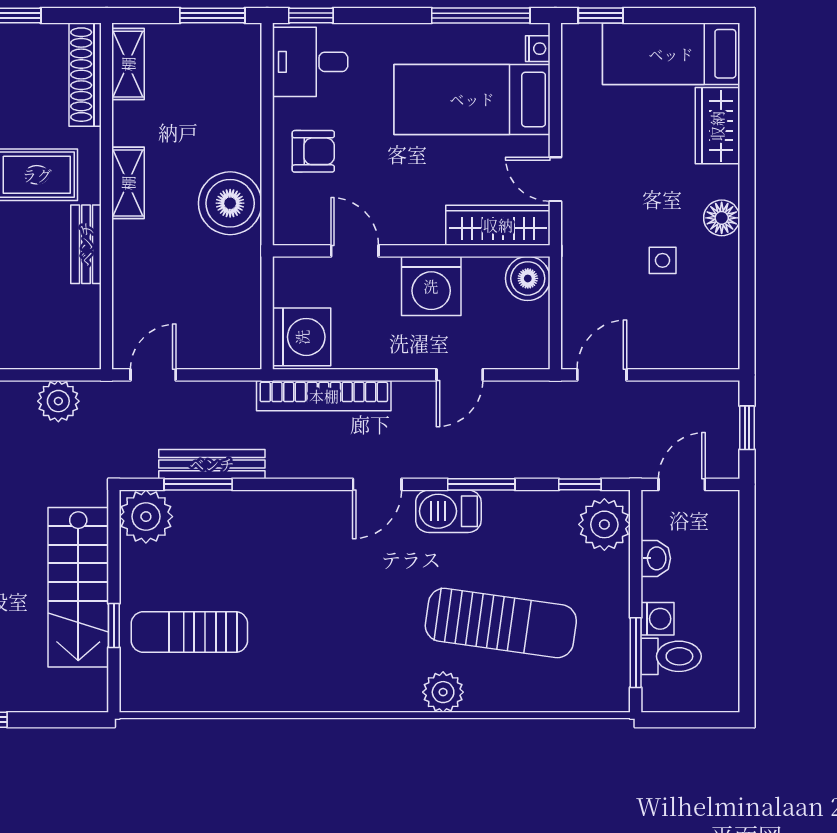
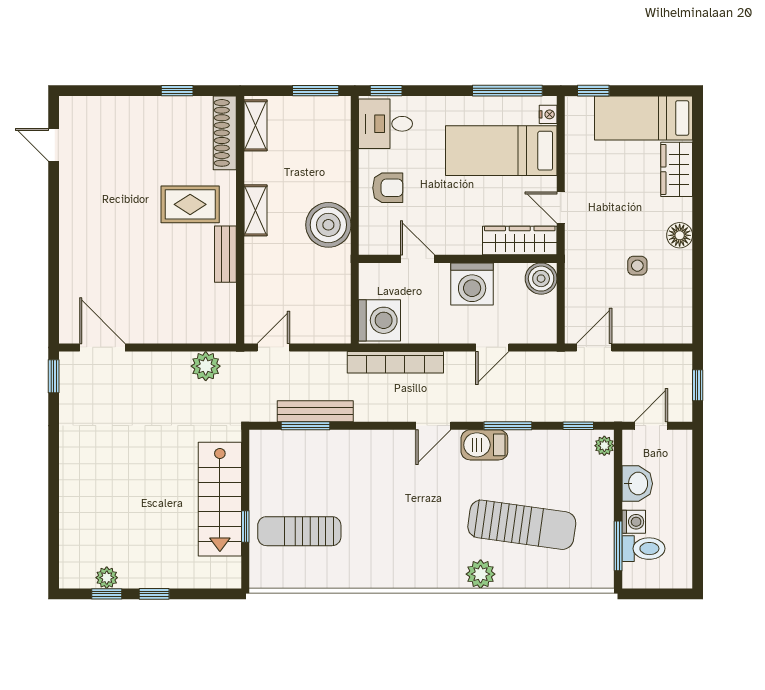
plant: (146, 517) -> (268, 449), removed
plant: (604, 524) -> (604, 446), width x0.53, depth x0.53
washbasin: (656, 558) -> (637, 484), width x1.38, depth x1.45

